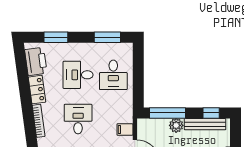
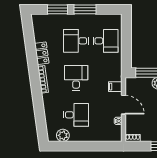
window: (107, 37) -> (85, 9), moved
printer: (36, 61) -> (41, 30), removed
desk: (113, 75) -> (106, 41), turned -90

